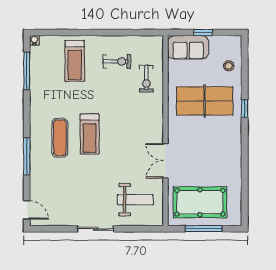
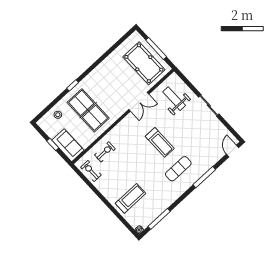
exercise bike: (117, 61) -> (91, 171), moved
treadmill: (90, 134) -> (160, 142), moved, turned 90

